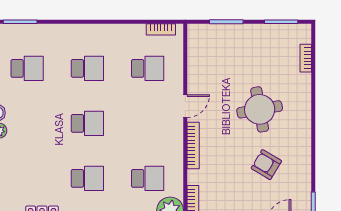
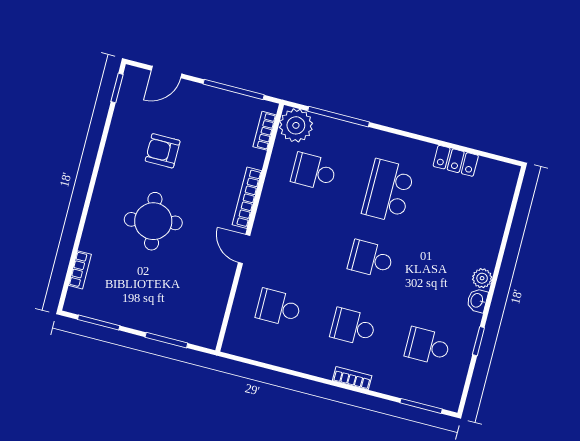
bookcase: (161, 29) -> (352, 378), moved
door: (185, 106) -> (244, 249), hinge flipped
armchair: (266, 165) -> (163, 151), turned 149
school desk: (87, 178) -> (388, 191), width x1.85

